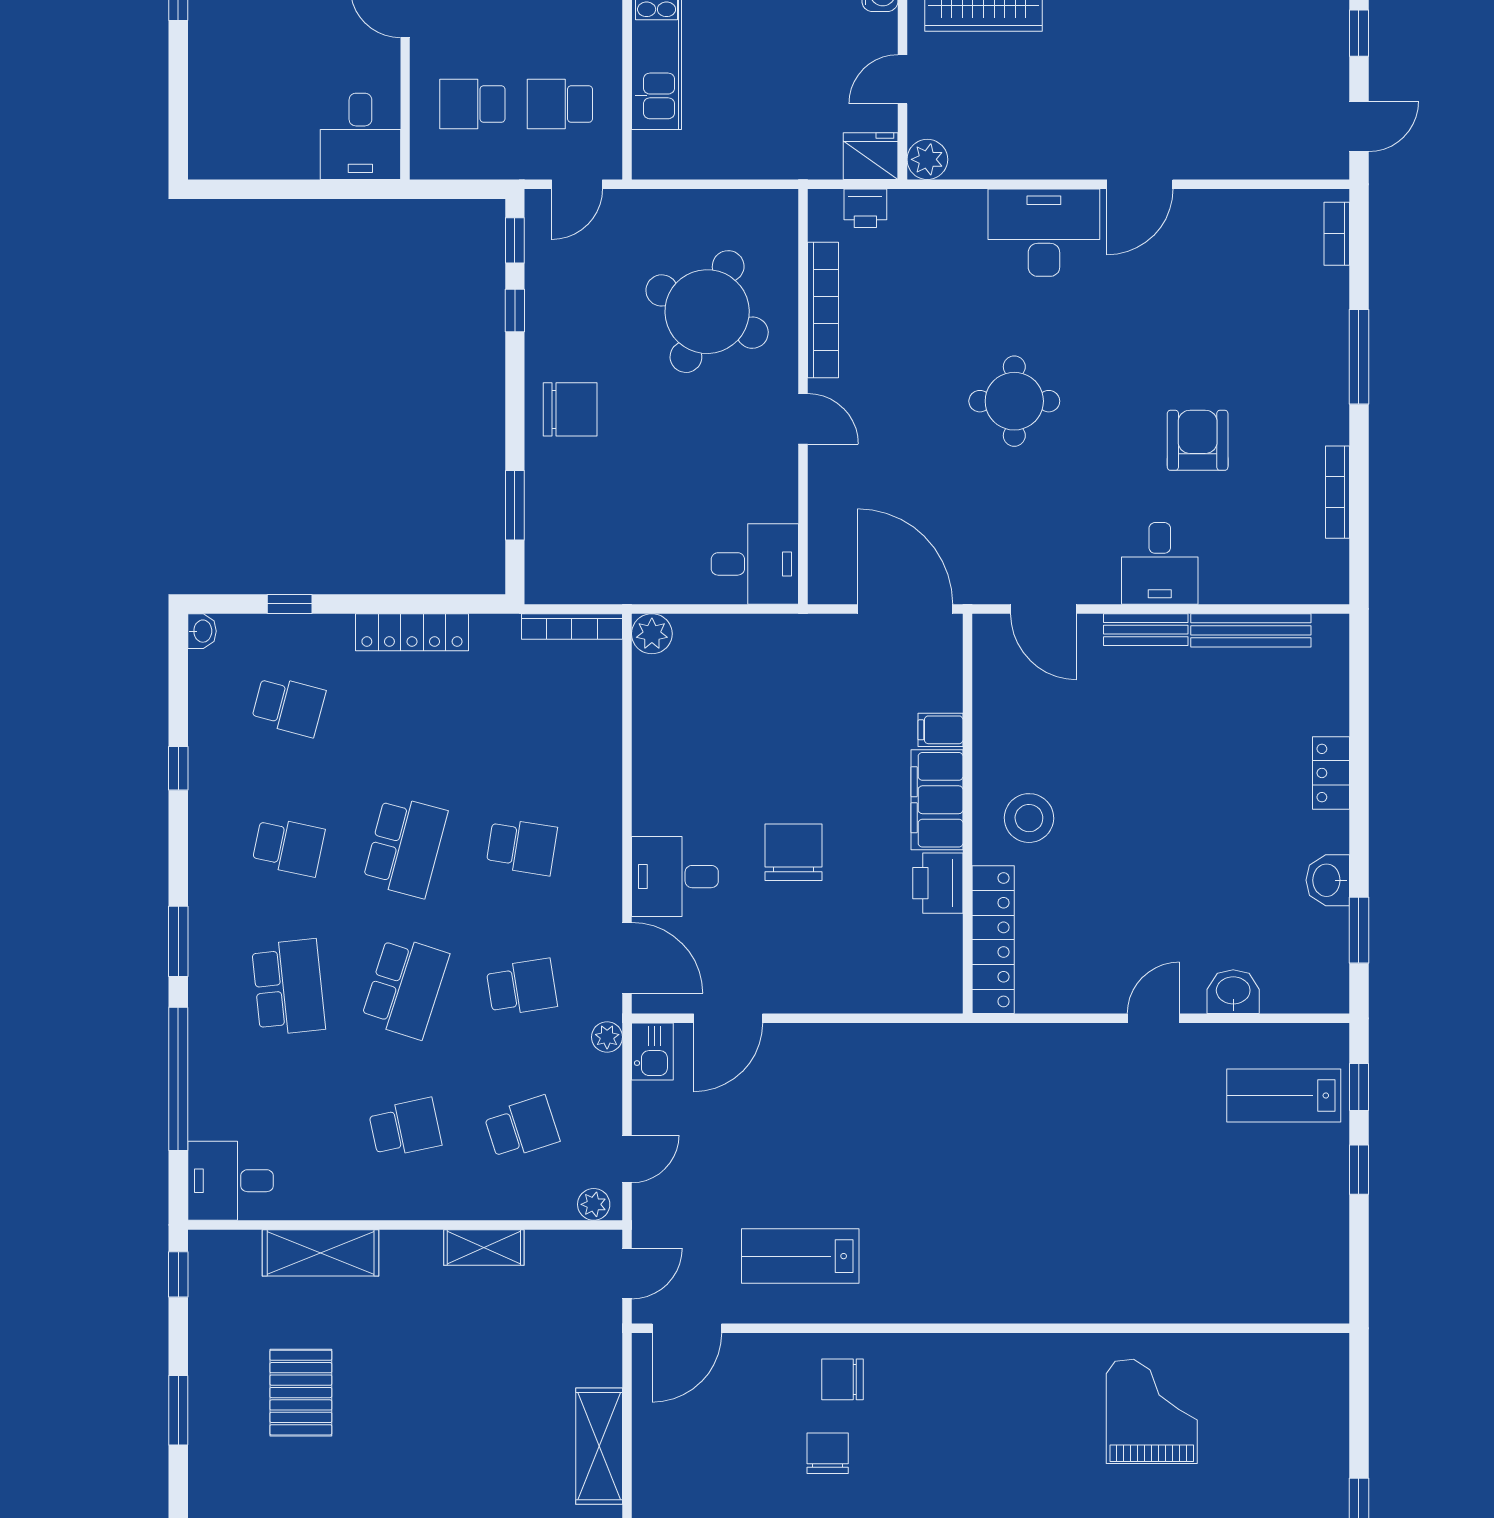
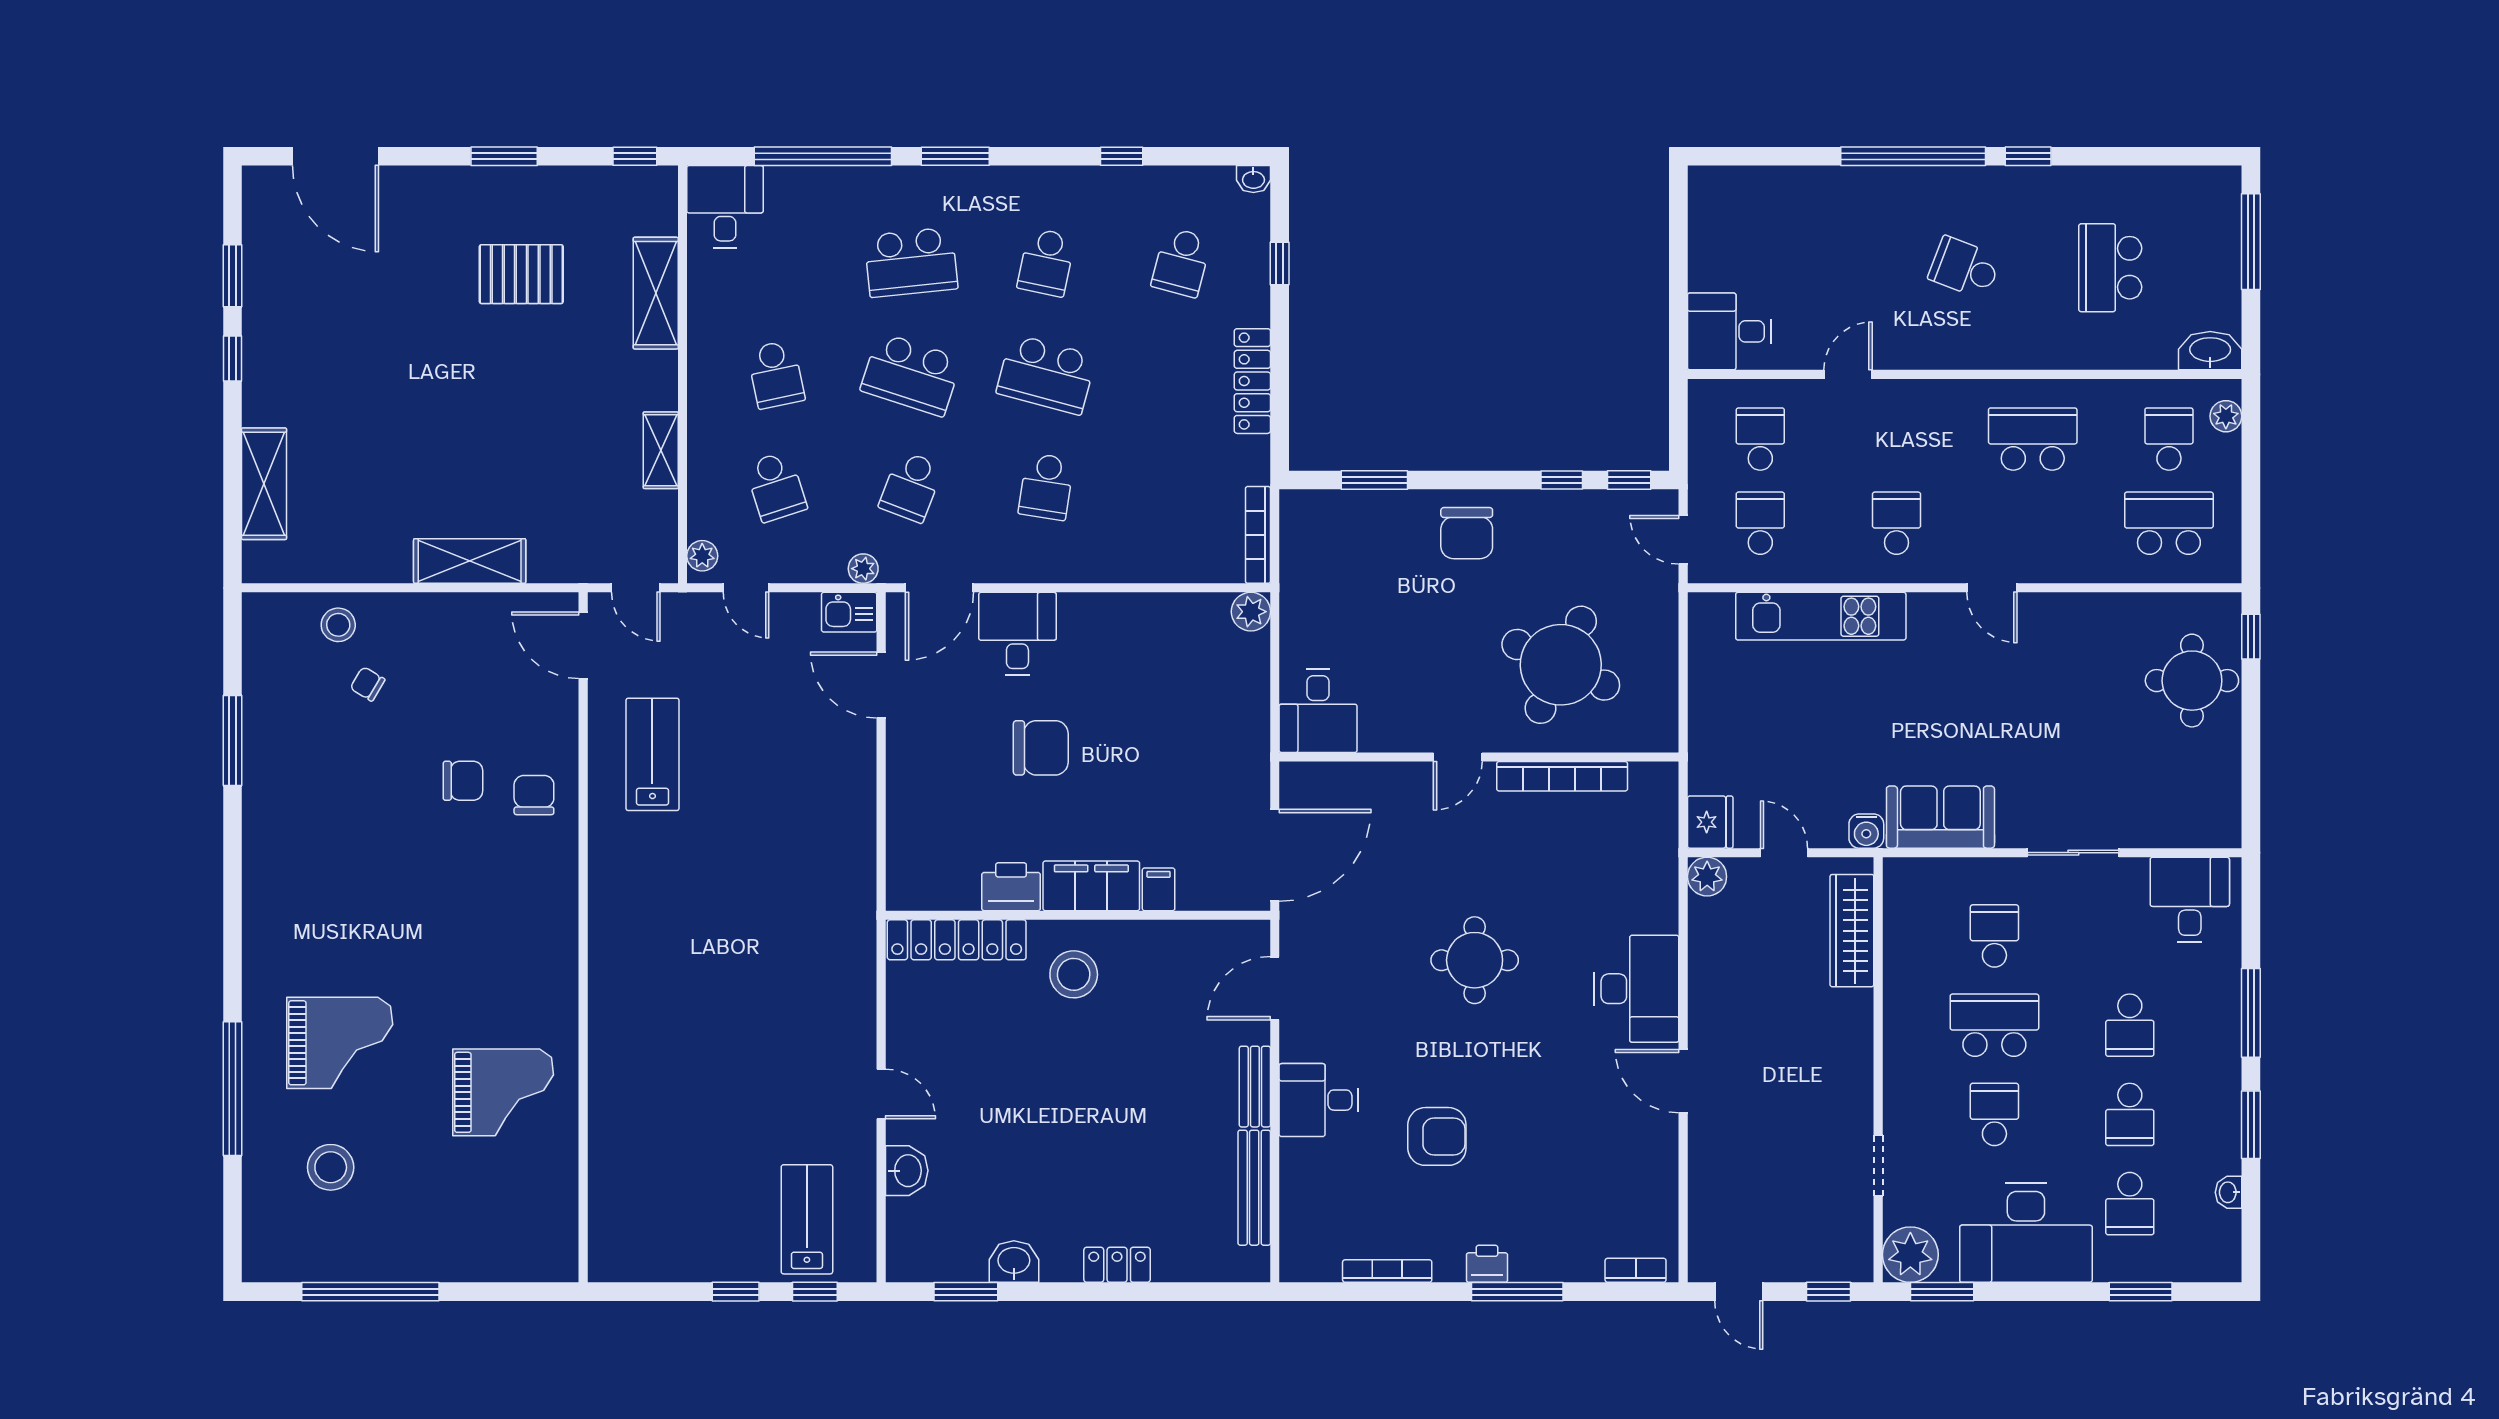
printer: (865, 208) -> (1487, 1264), moved, turned 90
school desk: (522, 987) -> (911, 487), turned 30

